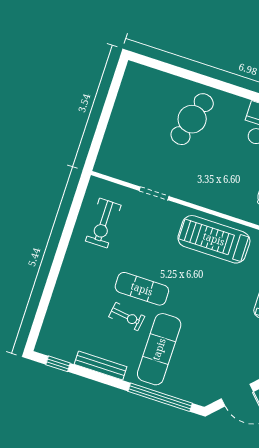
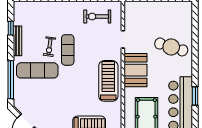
booth: (211, 189) -> (136, 70), added
window: (58, 364) -> (11, 28), moved

